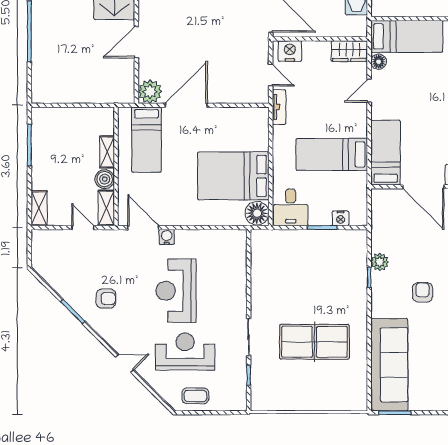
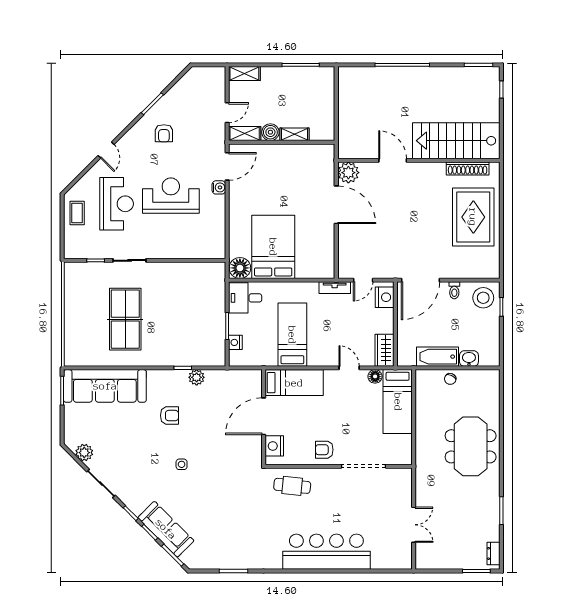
bed: (146, 140) -> (306, 169), removed

